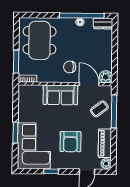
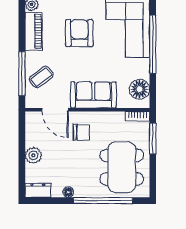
window: (82, 16) -> (103, 201), moved
plant: (106, 77) -> (33, 155), moved
floor lamp: (26, 99) -> (140, 89), added
window: (15, 133) -> (153, 44), width x2.11

